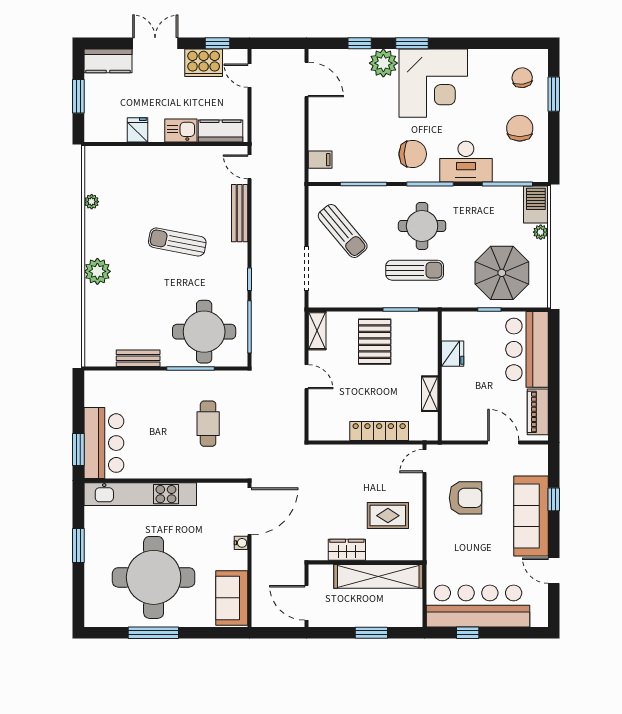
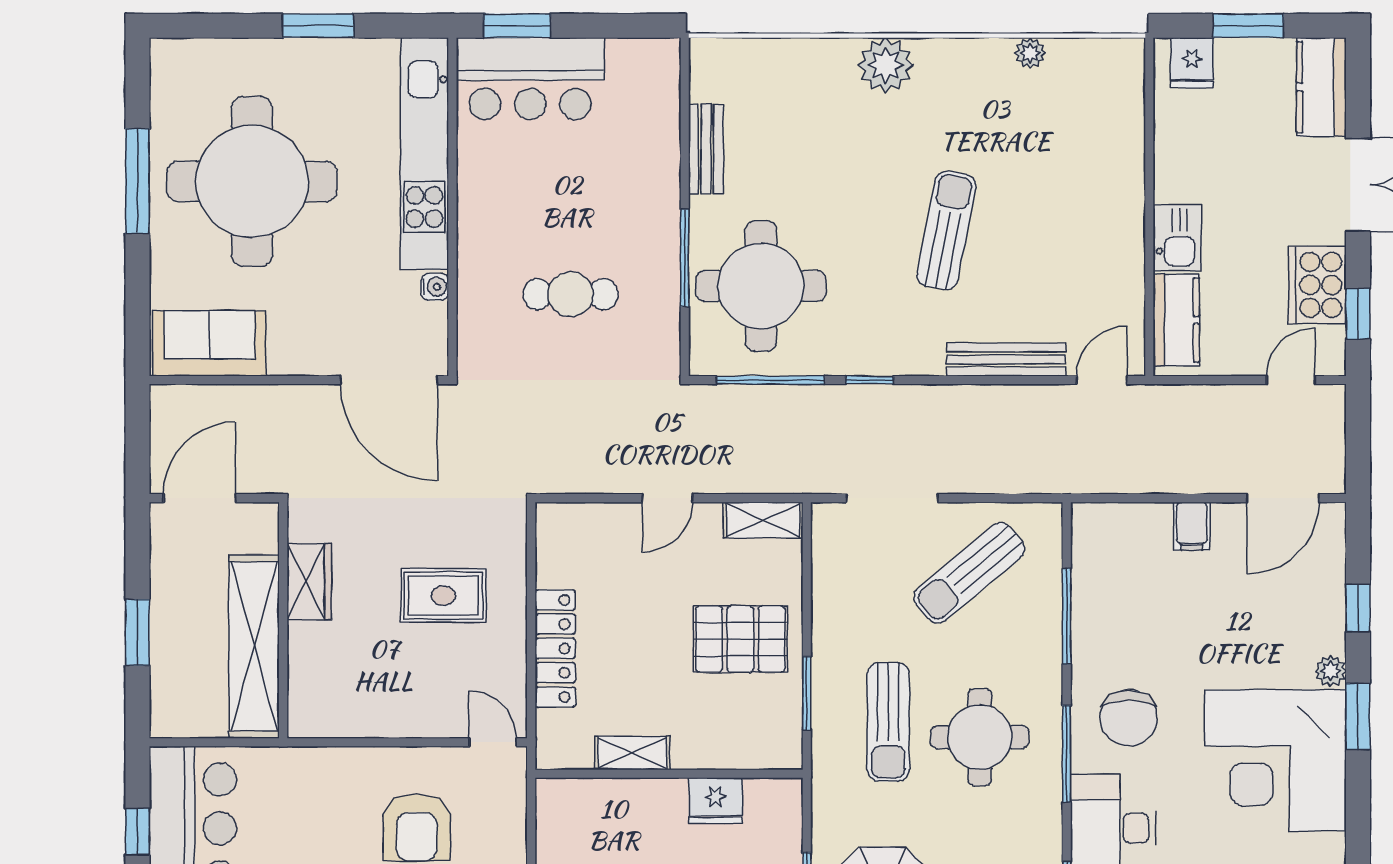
plant: (383, 63) -> (1331, 671), width x0.53, depth x0.53
fridge: (138, 130) -> (1192, 63), moved, turned 90
filing cabinet: (320, 160) -> (1192, 526), moved
rug: (388, 516) -> (443, 596), moved, turned 90
water cooler: (241, 543) -> (435, 287), moved, turned -90

